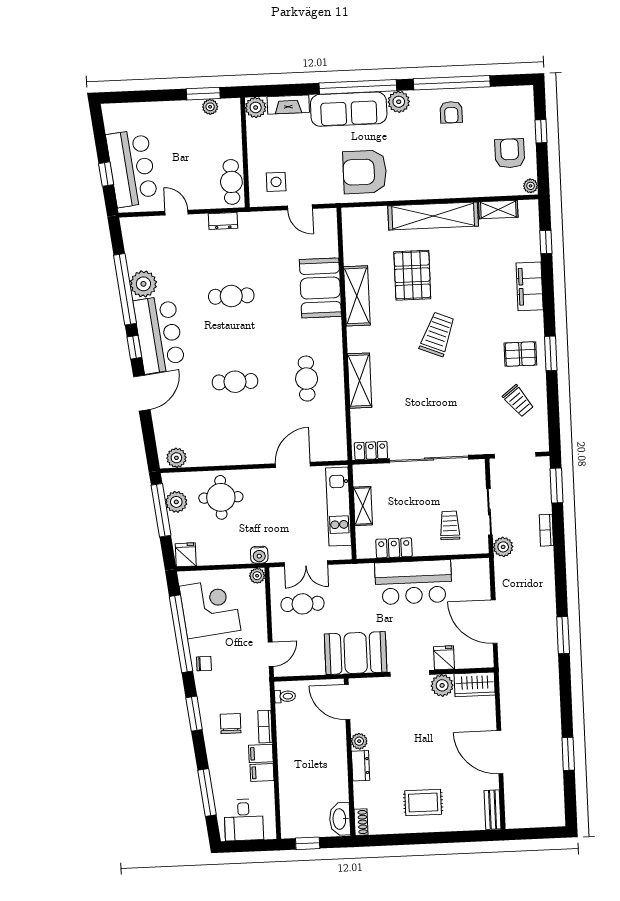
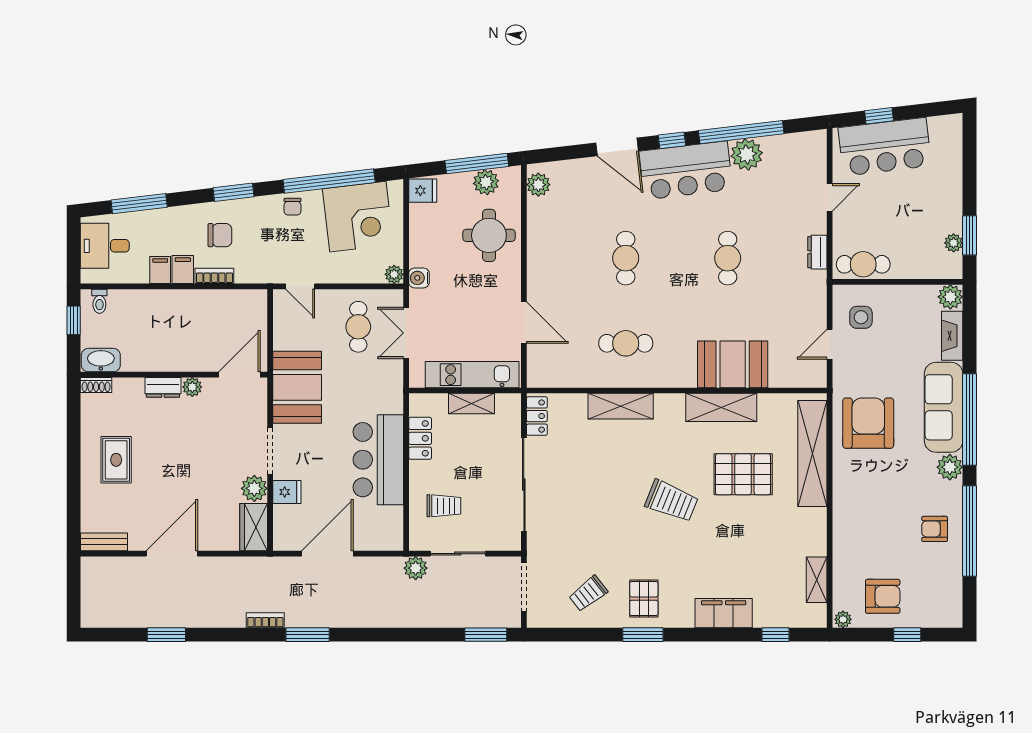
shelving: (433, 216) -> (812, 453), moved
bookcase: (546, 530) -> (265, 620), moved
toilet: (285, 696) -> (99, 301), moved

